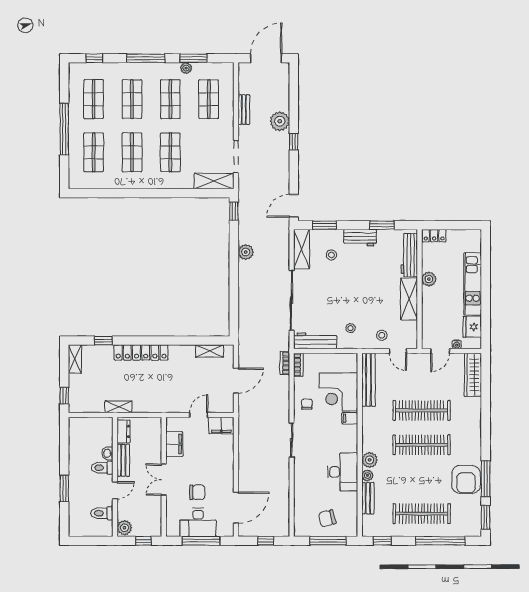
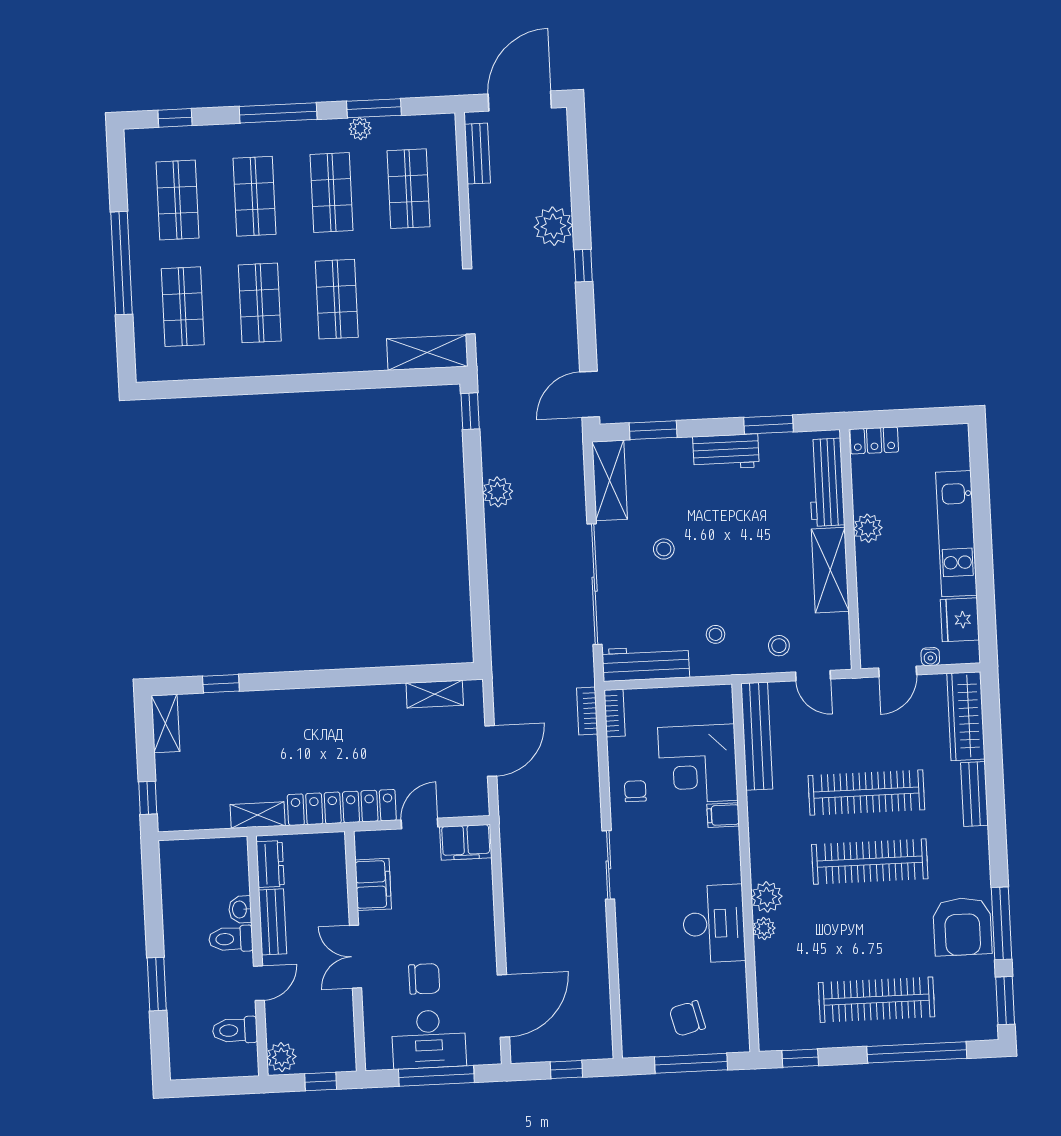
bench: (244, 110) -> (477, 154), moved
stool: (331, 255) -> (664, 549), moved
locker: (141, 353) -> (342, 807), moved, turned 180
bench: (368, 498) -> (974, 794), moved

